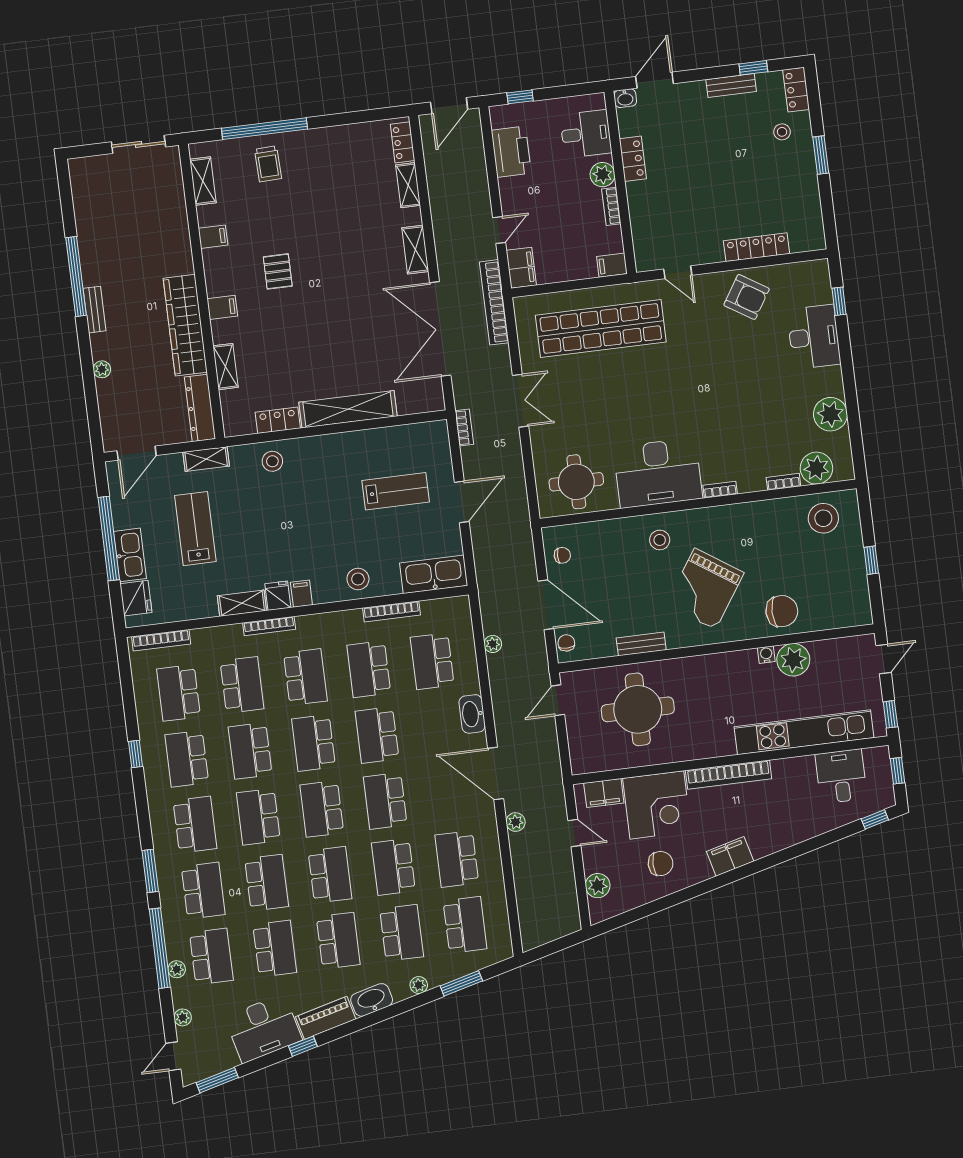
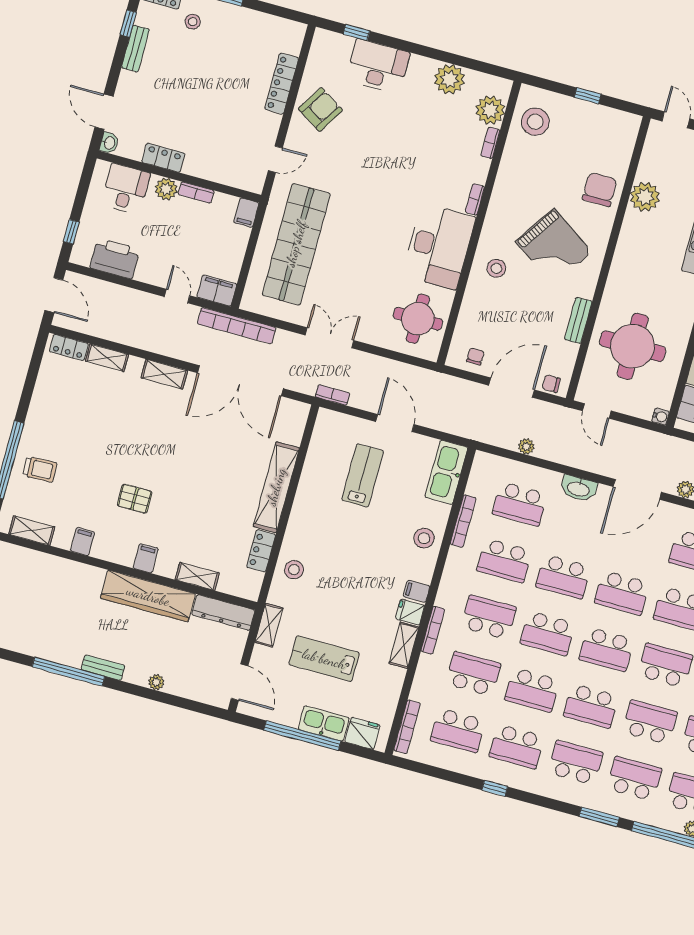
water cooler: (766, 655) -> (661, 417), moved, turned 180

